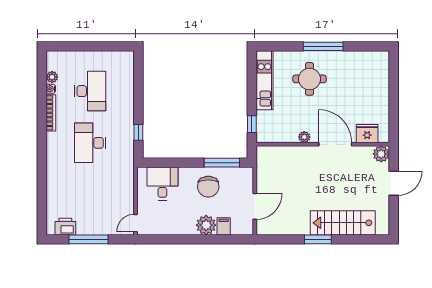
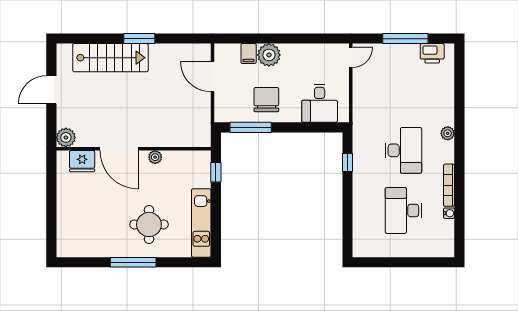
plant: (52, 77) -> (448, 133), moved
door: (394, 183) -> (51, 90), moved
door: (255, 206) -> (213, 77), hinge flipped

